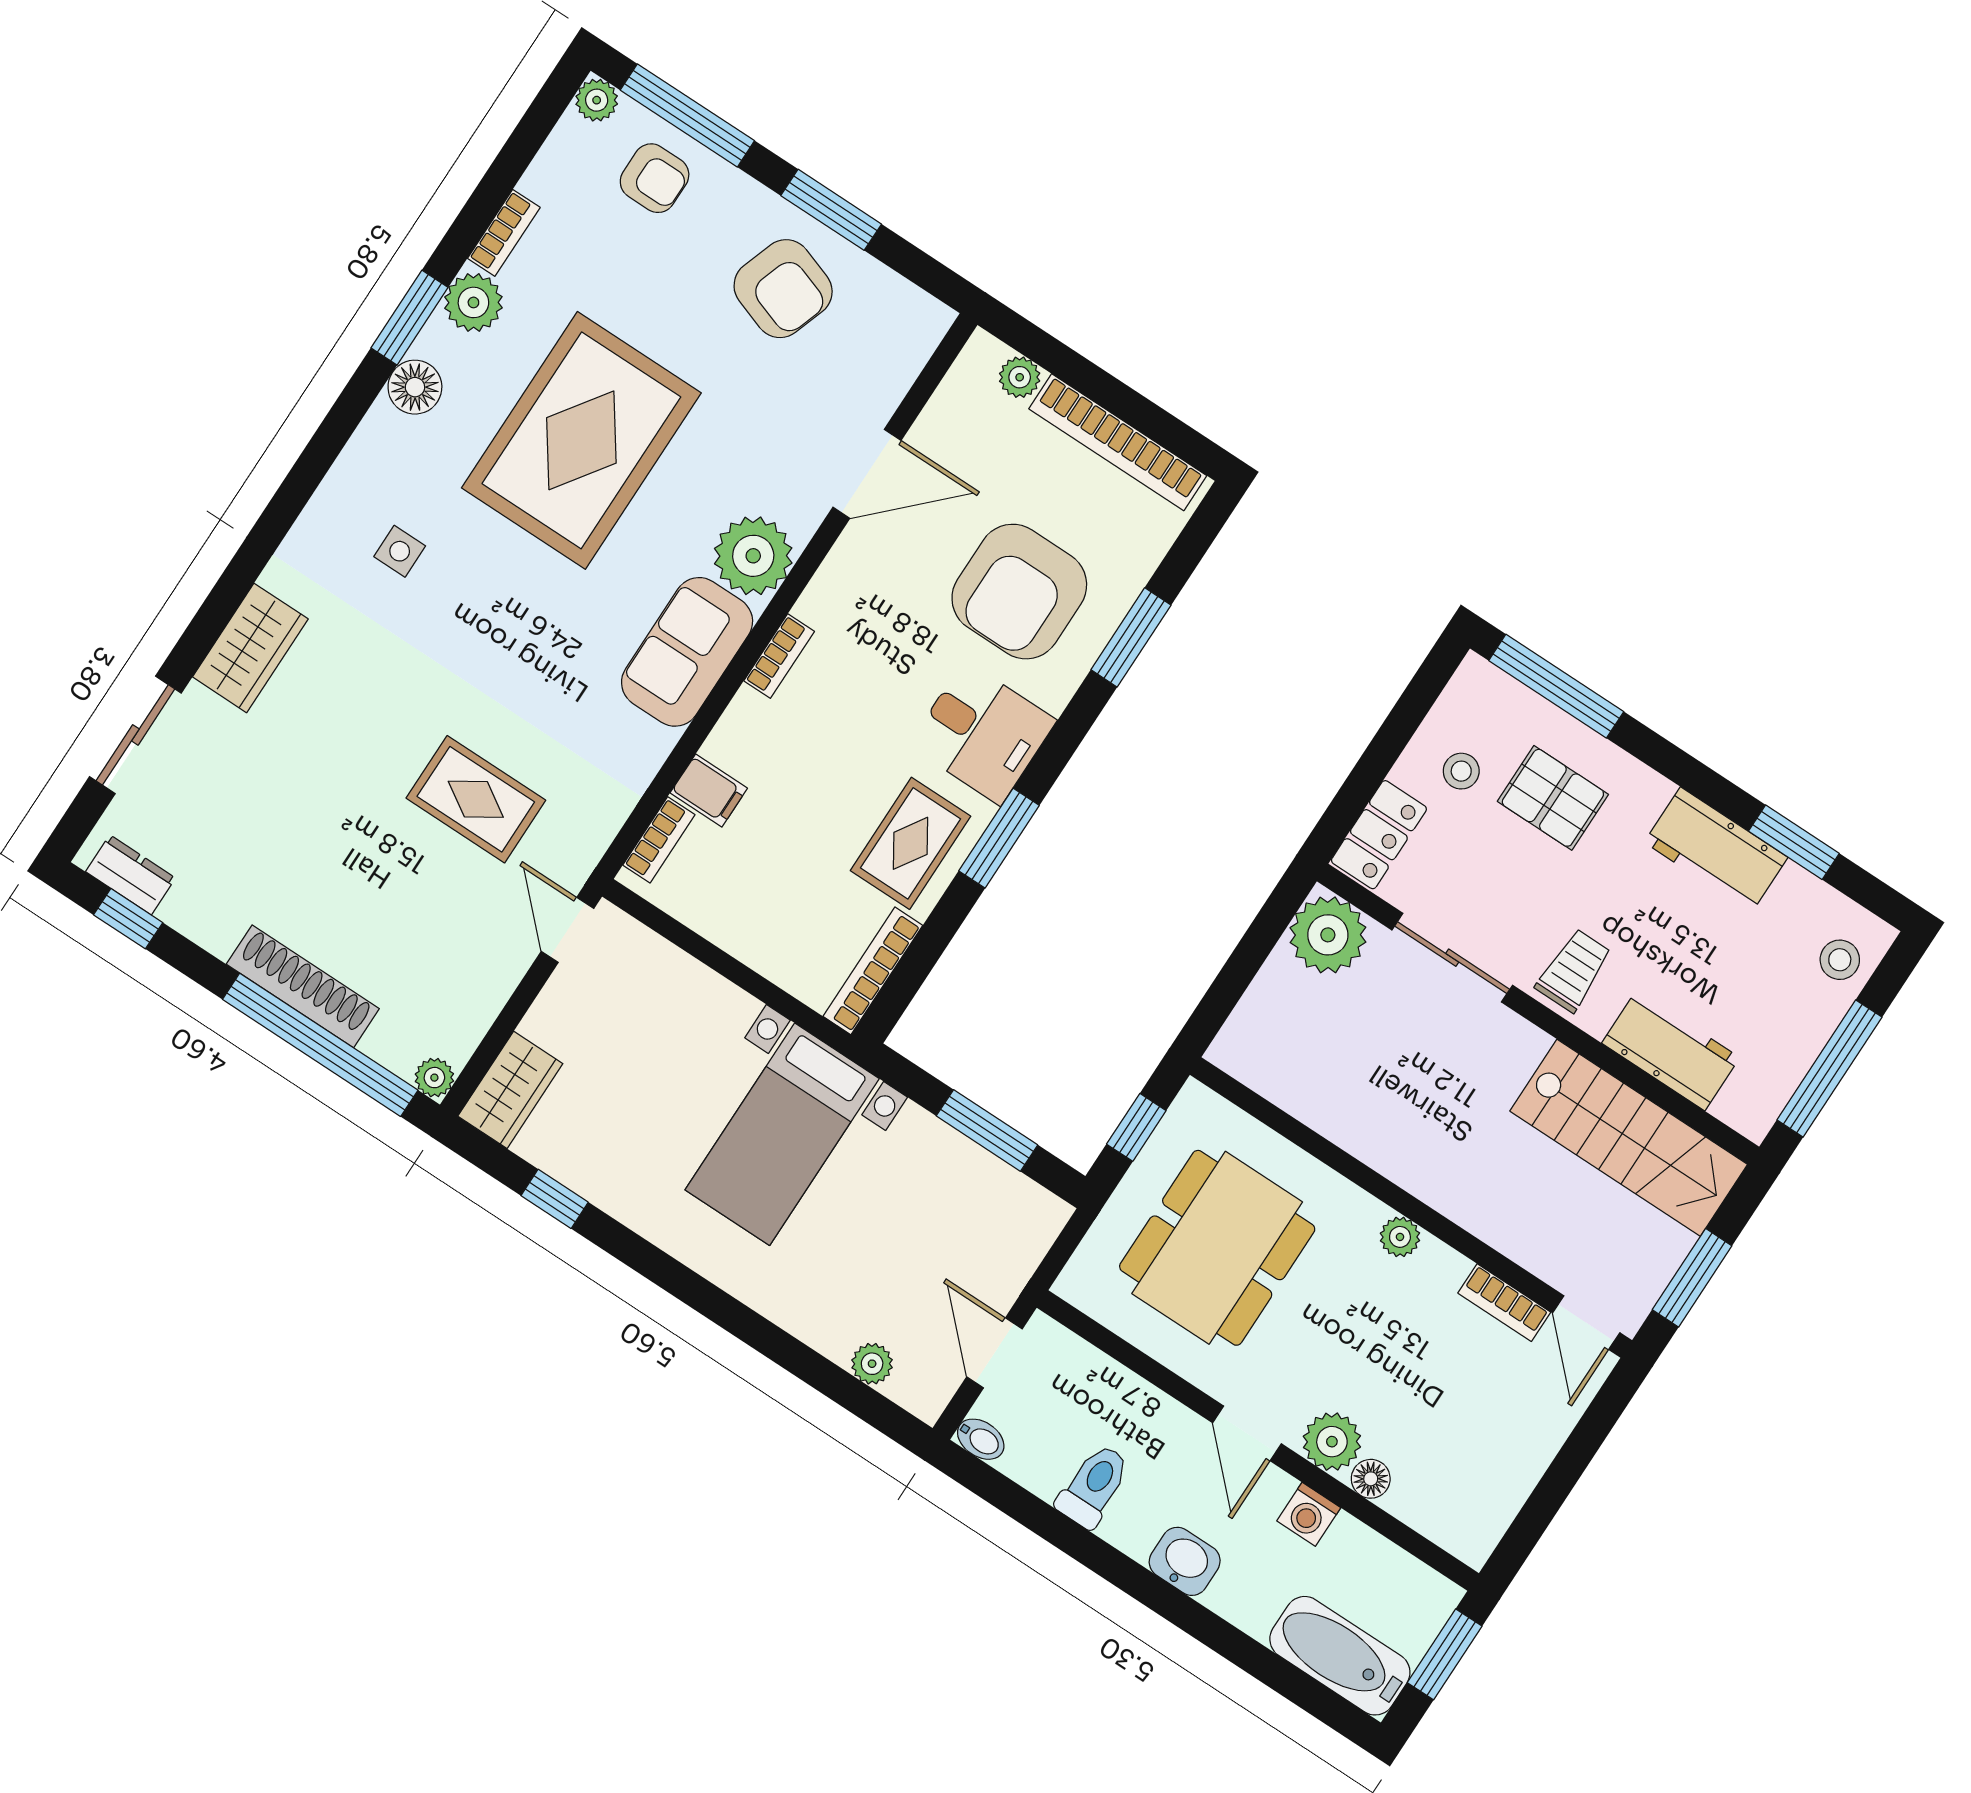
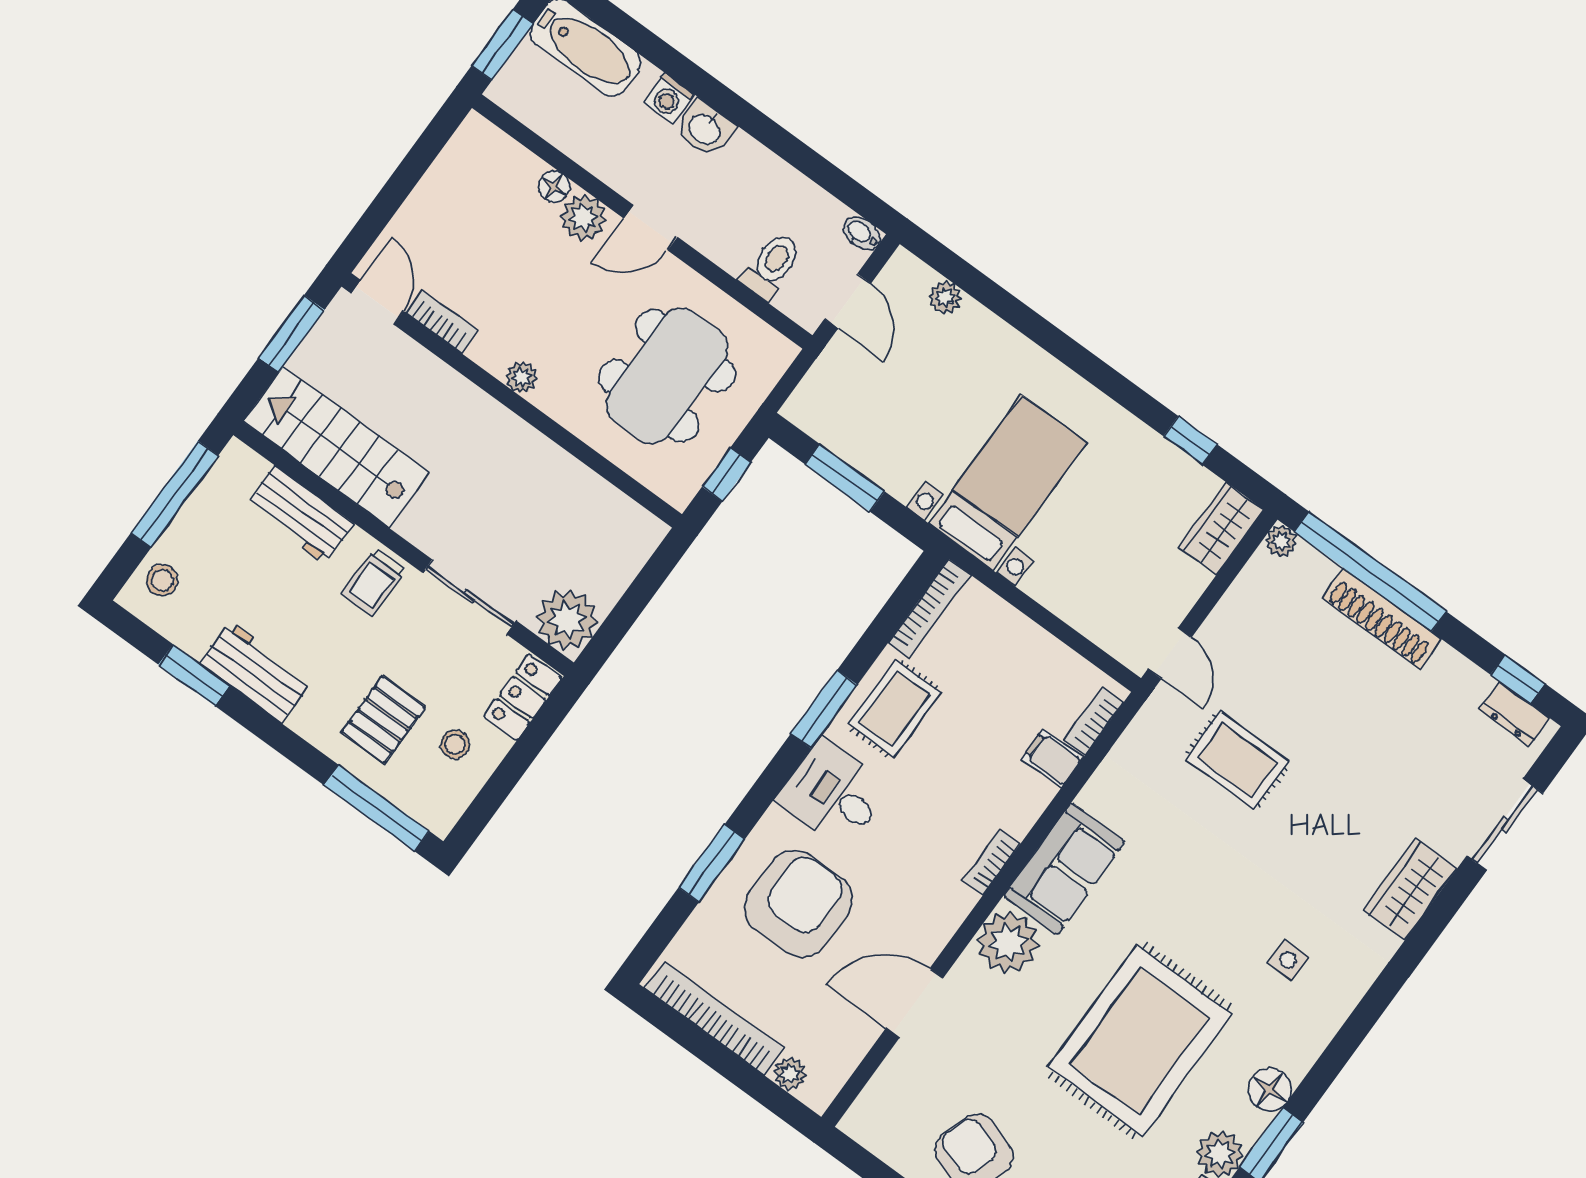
pallet: (1553, 798) -> (383, 720), turned 90
door: (1247, 1433) -> (651, 228), swing flipped
toilet: (1094, 1486) -> (771, 266), moved, turned 180
washing machine: (1309, 1514) -> (669, 98), moved, turned 180

